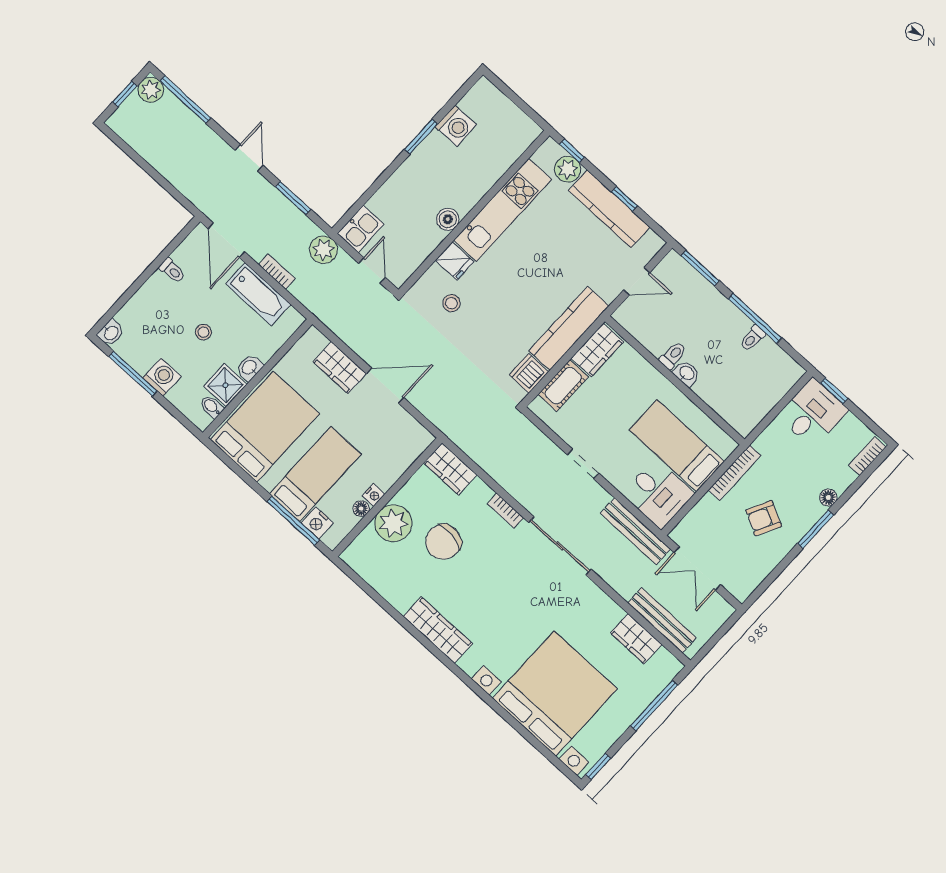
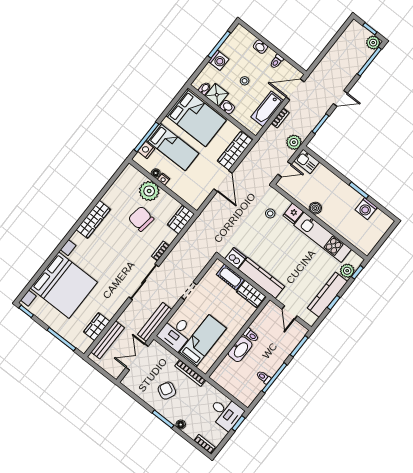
washbasin: (111, 333) -> (260, 47), moved
wardrobe: (340, 368) -> (235, 151), width x1.50
washbasin: (687, 373) -> (240, 349), width x1.91, depth x1.45

